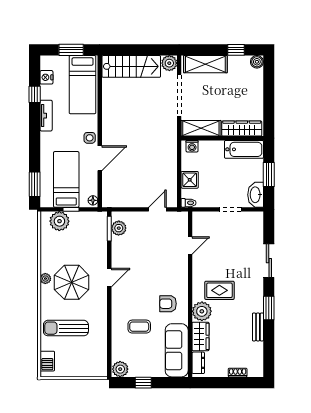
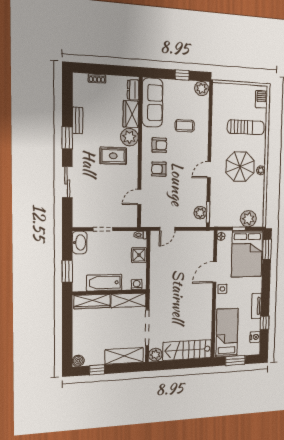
bathtub: (244, 149) -> (104, 283), moved
window: (269, 174) -> (67, 271), moved
bed: (66, 179) -> (247, 254), width x1.50
armchair: (168, 277) -> (159, 169), added

